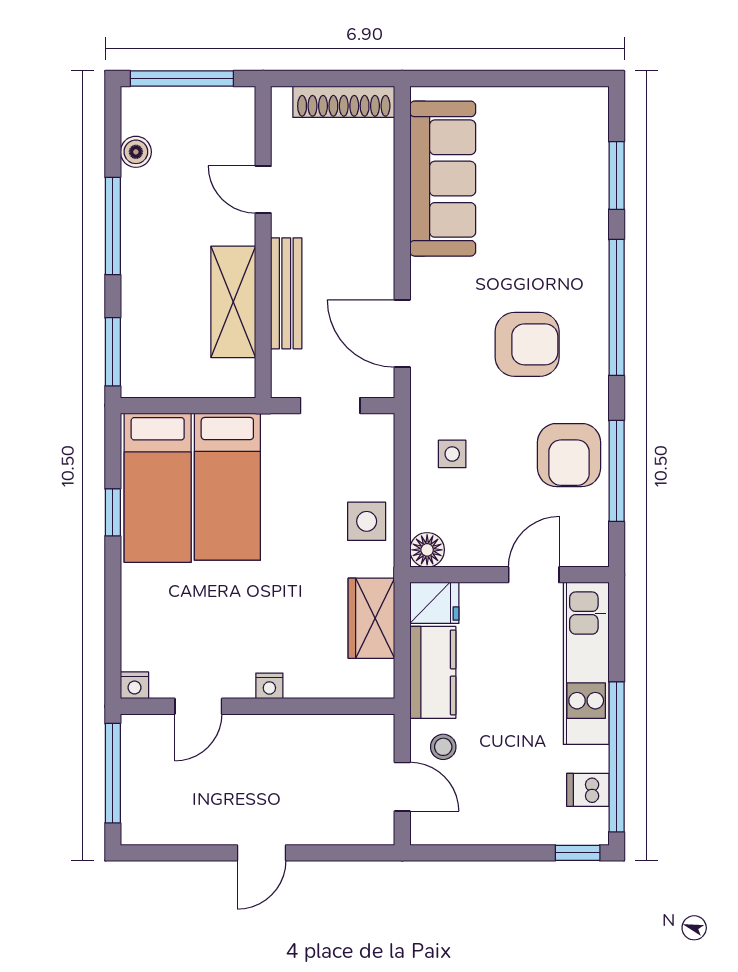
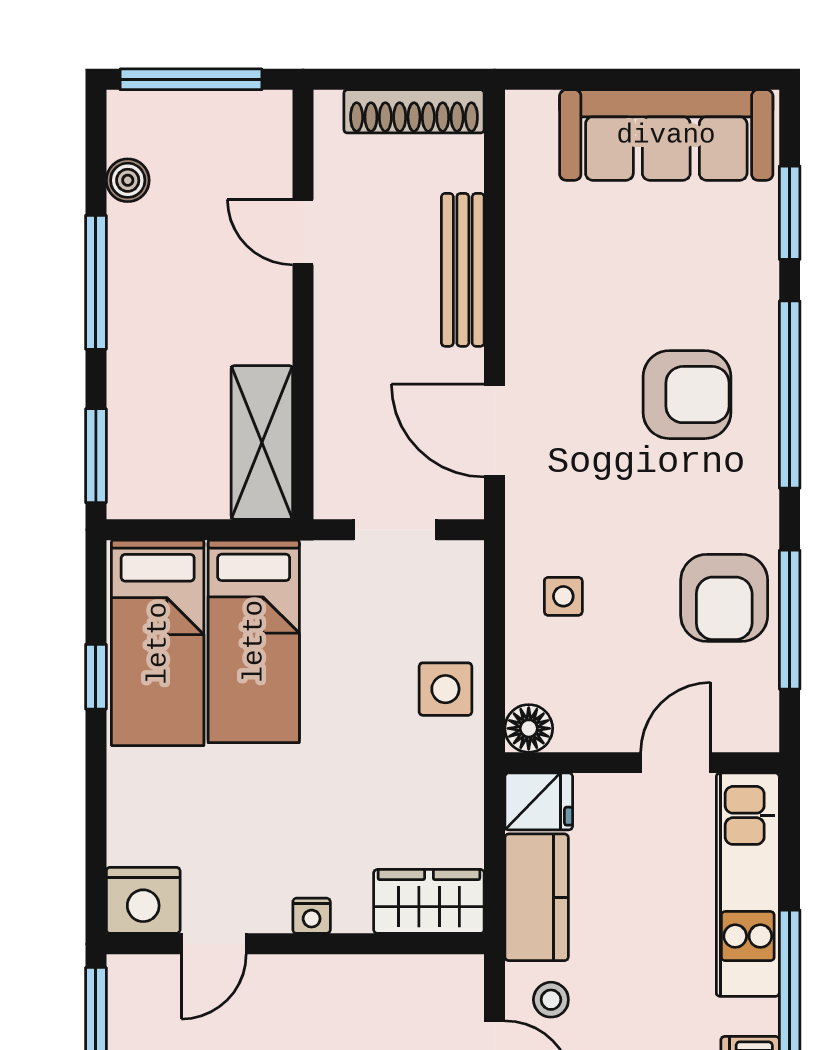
sofa: (443, 179) -> (666, 135), moved, turned 90
bench: (286, 293) -> (463, 270), moved
shelving: (233, 302) -> (262, 442), moved
armchair: (527, 344) -> (687, 395), moved
wardrobe: (371, 618) -> (429, 901), moved, turned 90
nightstand: (135, 685) -> (143, 900), width x1.89, depth x1.79

